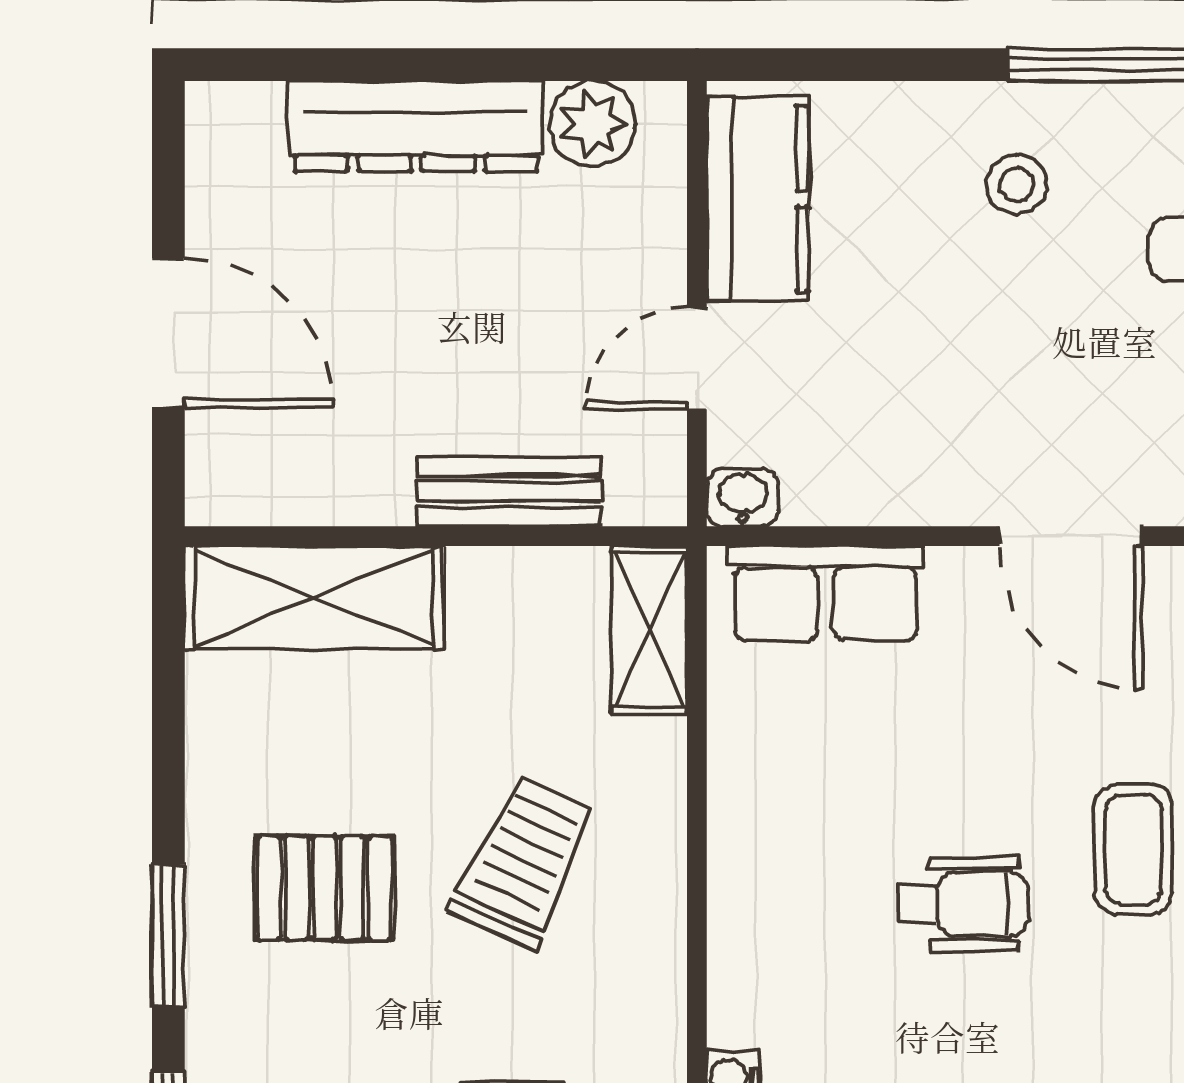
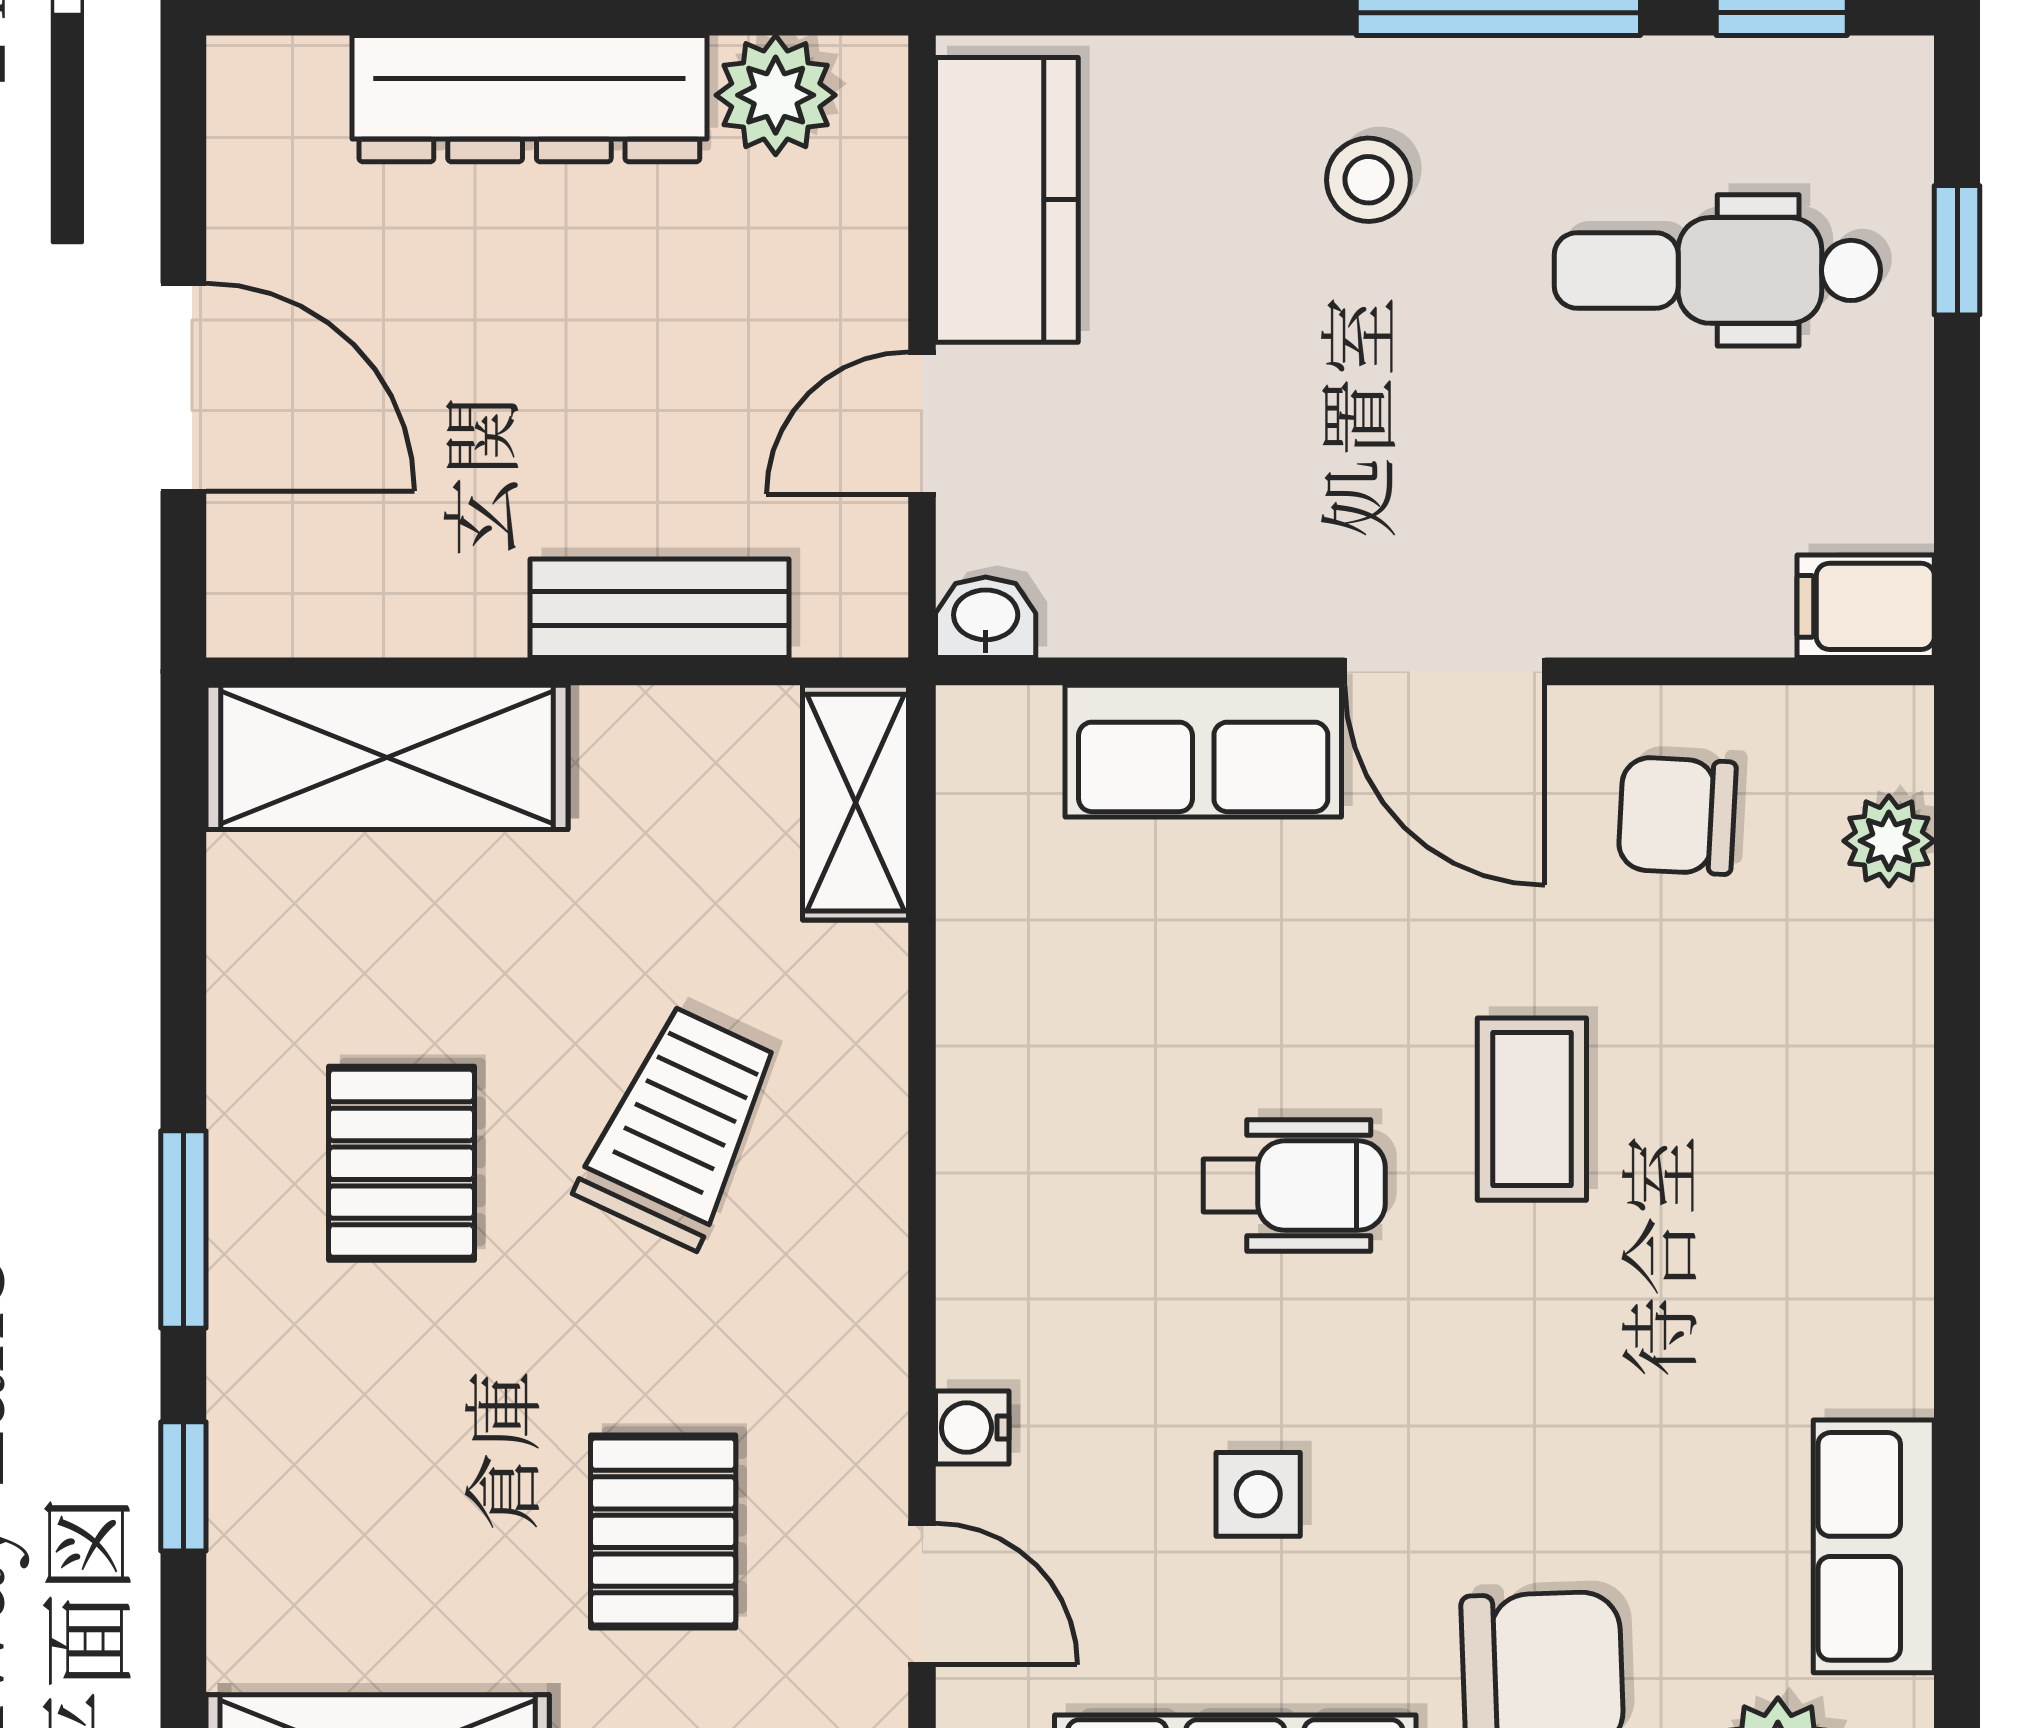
row of seats: (826, 593) -> (1203, 751), moved
pallet: (324, 888) -> (401, 1163), turned 90

